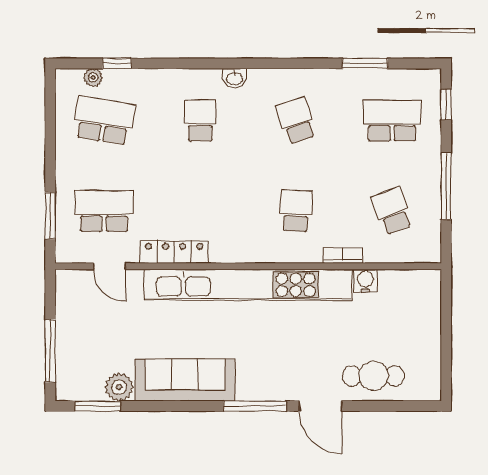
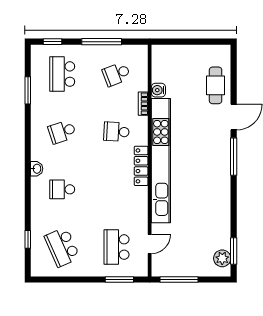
plant: (93, 78) -> (36, 254), removed
school desk: (104, 121) -> (62, 247), turned -33
locker: (174, 252) -> (141, 166), moved
window: (50, 351) -> (179, 279), moved
sofa: (185, 380) -> (218, 198), removed
plant: (119, 387) -> (222, 258), moved

